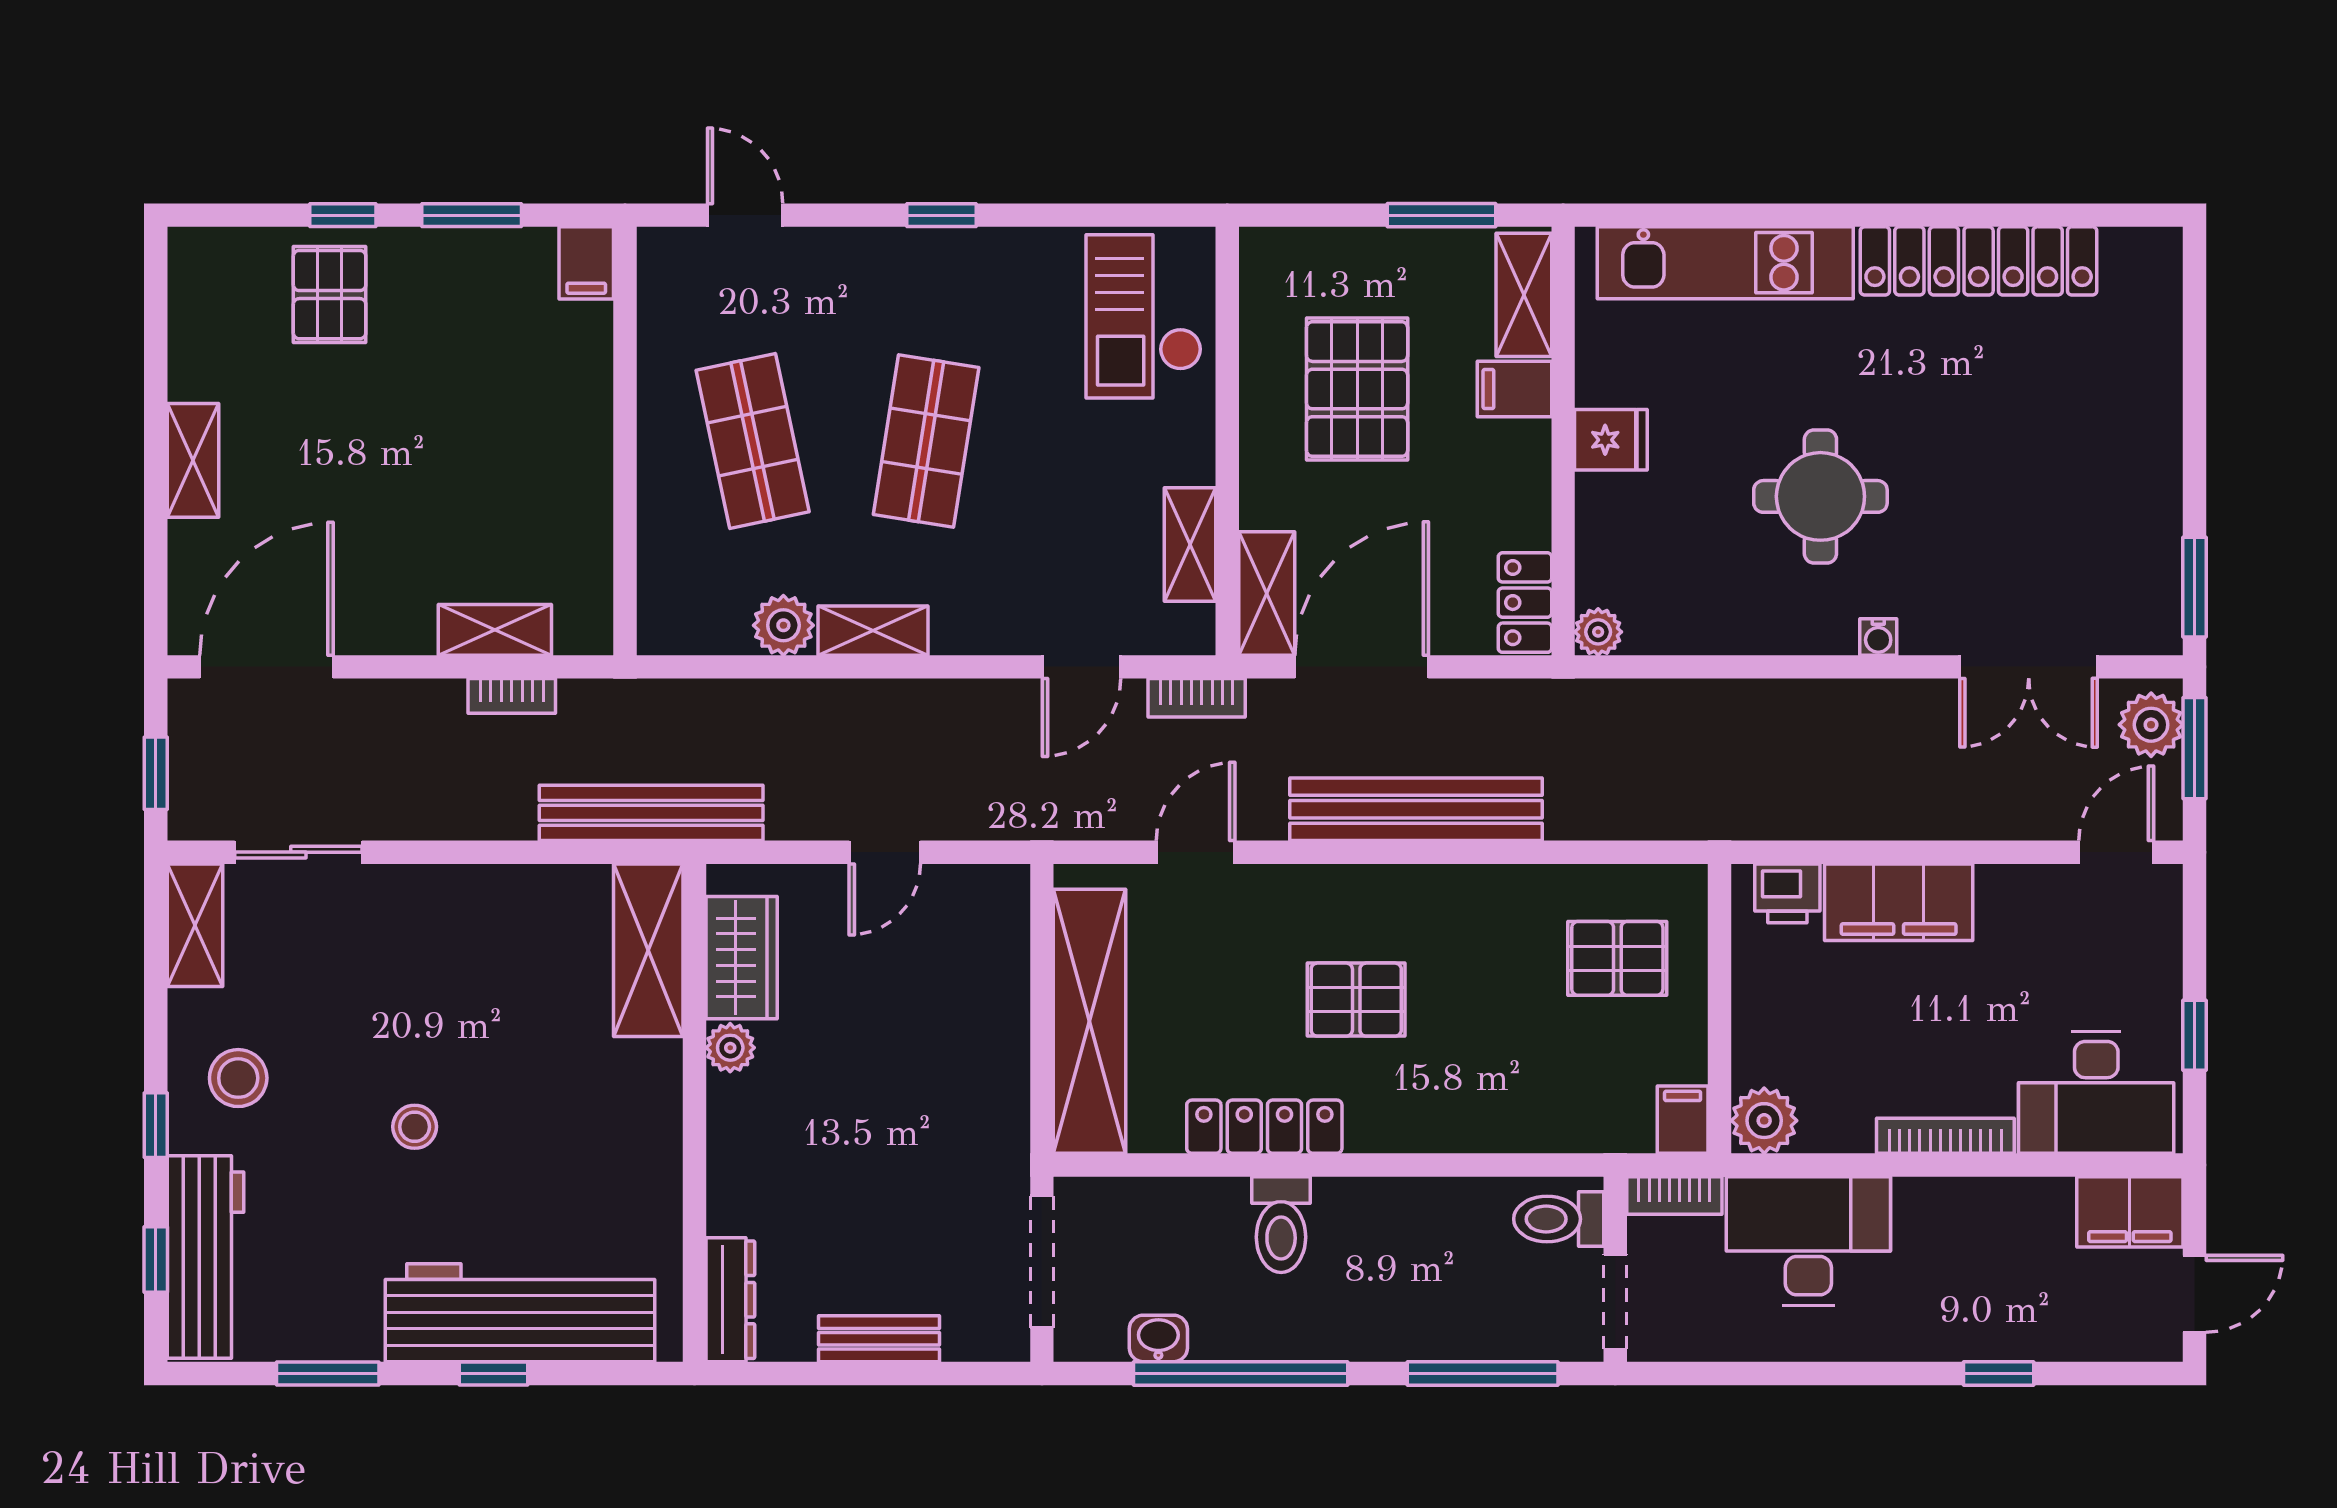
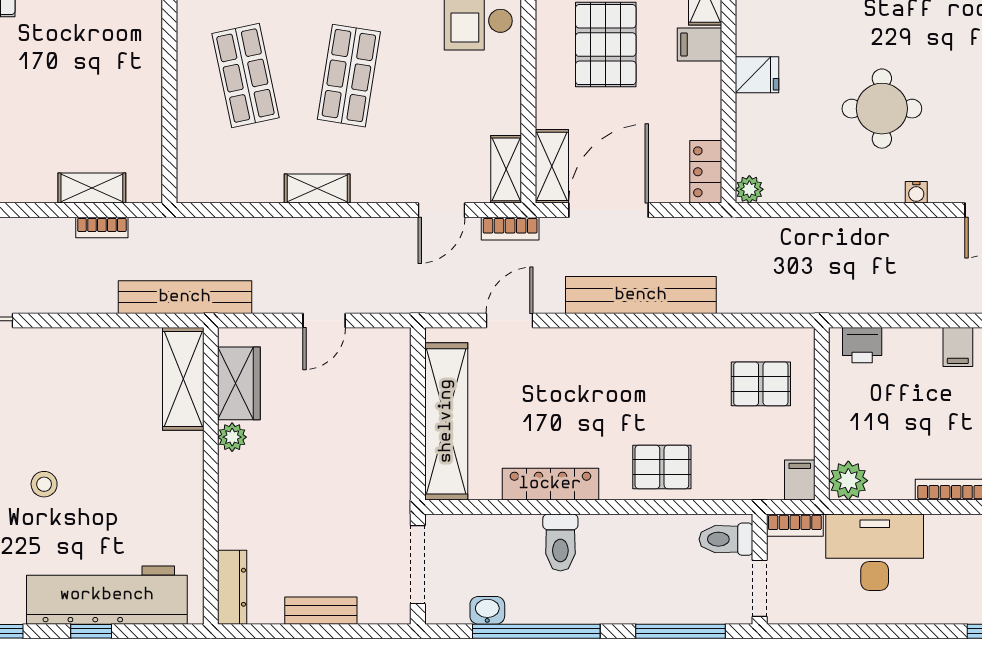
shelving: (1190, 545) -> (506, 169), moved
plant: (783, 625) -> (264, 185), removed
filing cabinet: (1899, 902) -> (958, 347), width x0.33, depth x0.86
pallet: (1356, 1000) -> (662, 467), moved

